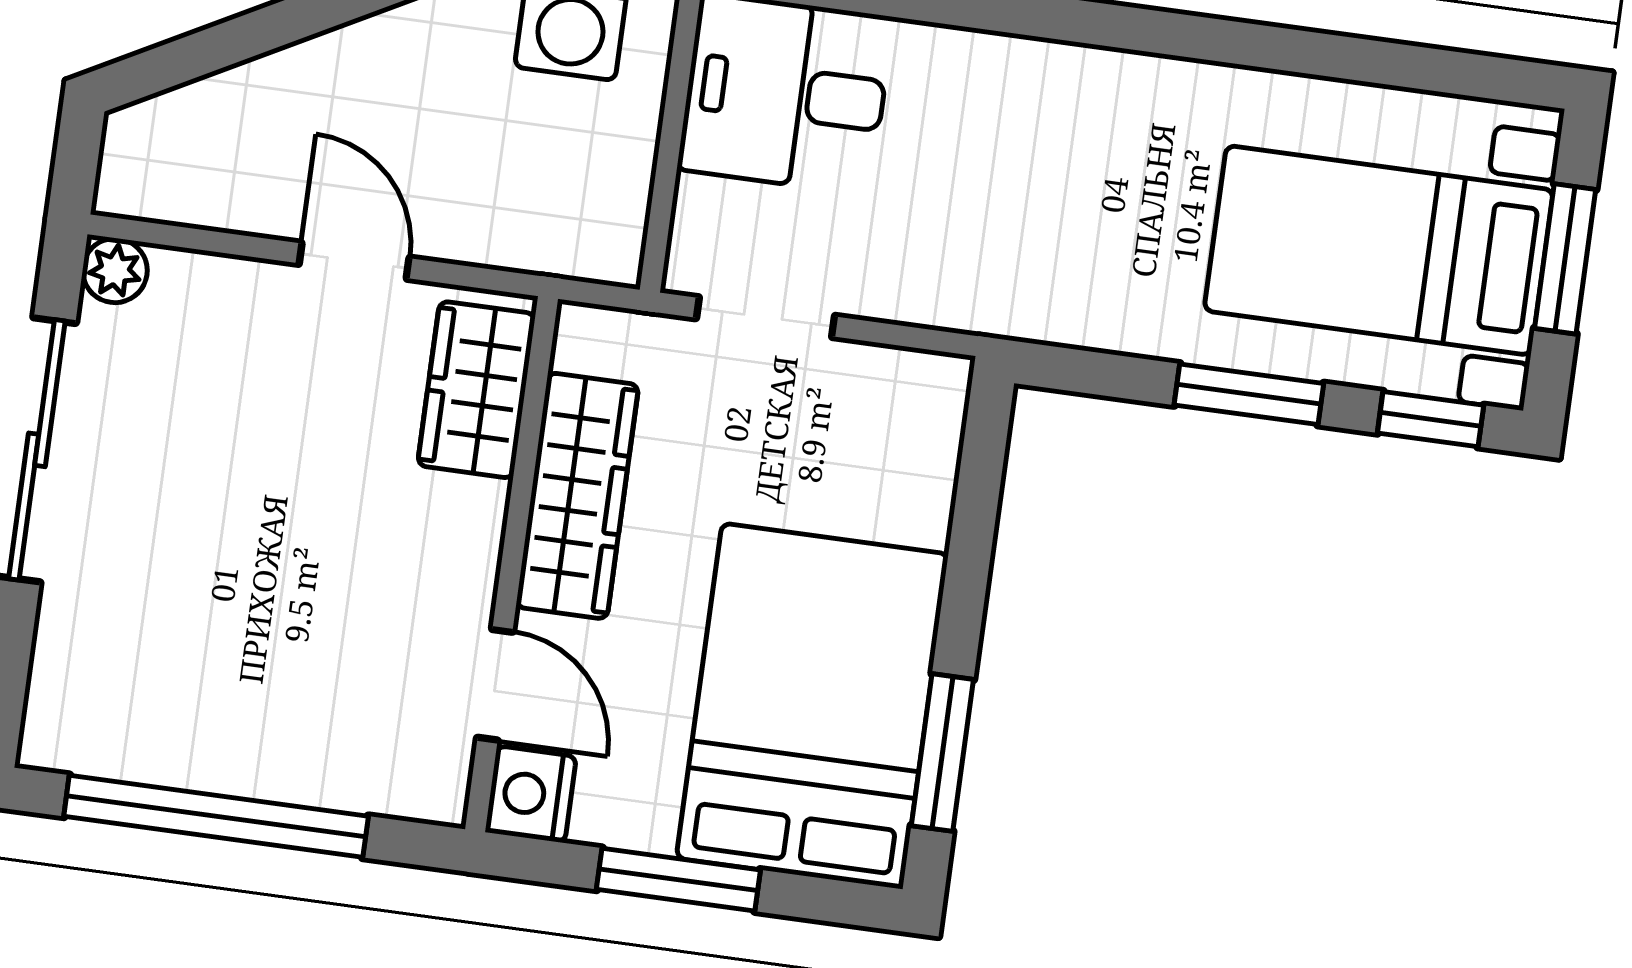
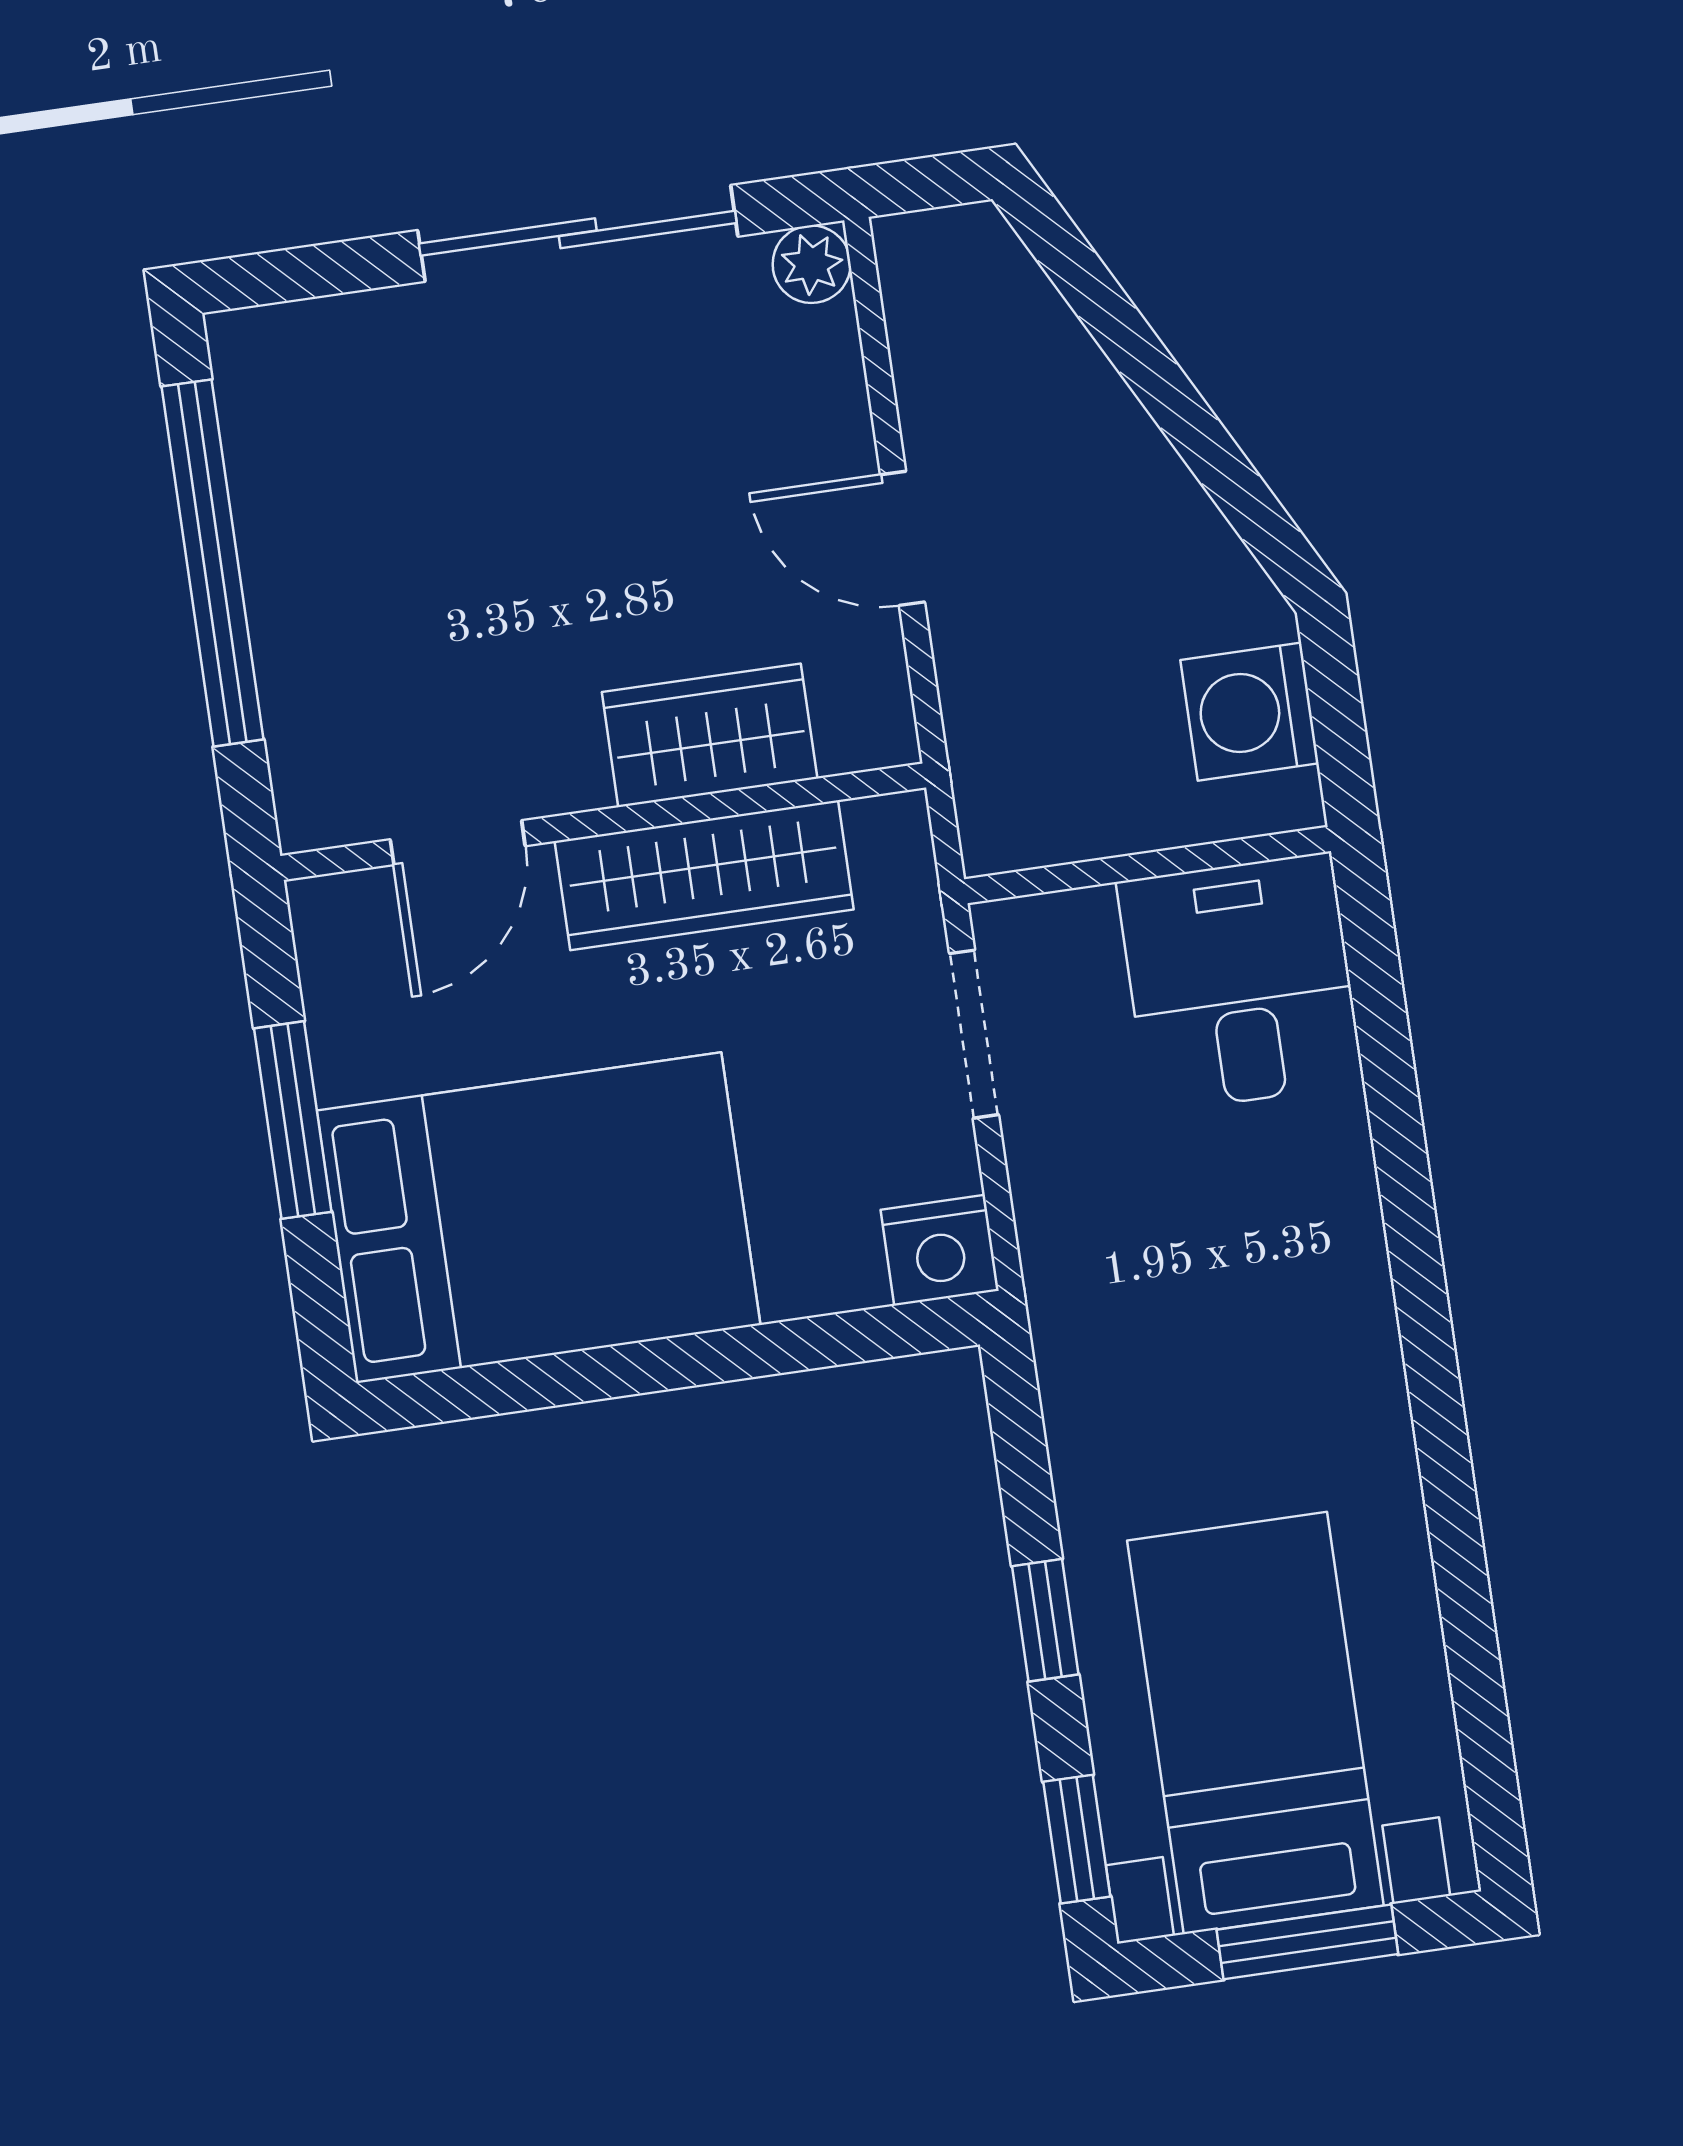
door: (354, 261) -> (903, 538), swing flipped
wardrobe: (477, 390) -> (710, 735), moved
window: (1249, 394) -> (1045, 1620), width x0.67
window: (942, 753) -> (528, 1384), removed
nightstand: (531, 794) -> (940, 1250), moved, turned 180

